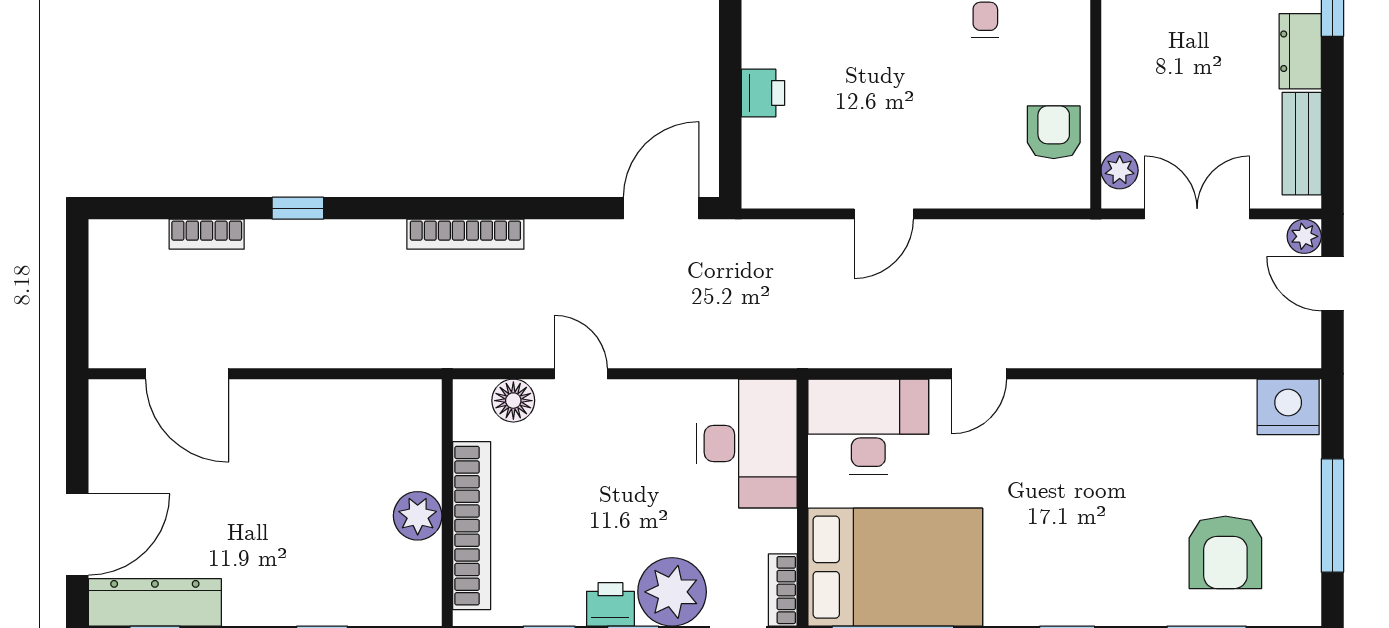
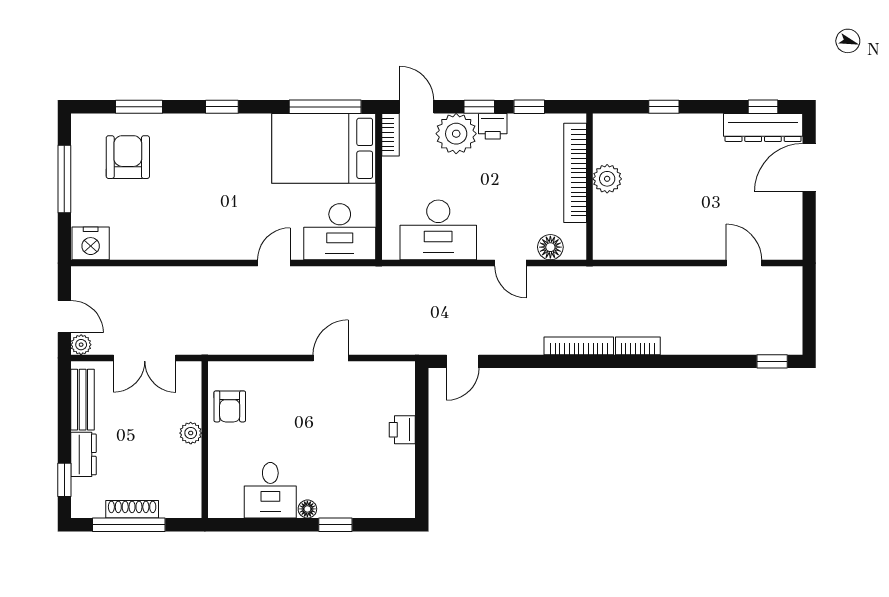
plant: (1120, 170) -> (191, 433), moved
window: (298, 208) -> (772, 361), moved
door: (661, 208) -> (463, 361), width x0.73
bookcase: (207, 234) -> (638, 346), moved
door: (187, 374) -> (744, 263), width x0.73
desk: (747, 443) -> (438, 230), moved, turned -90

